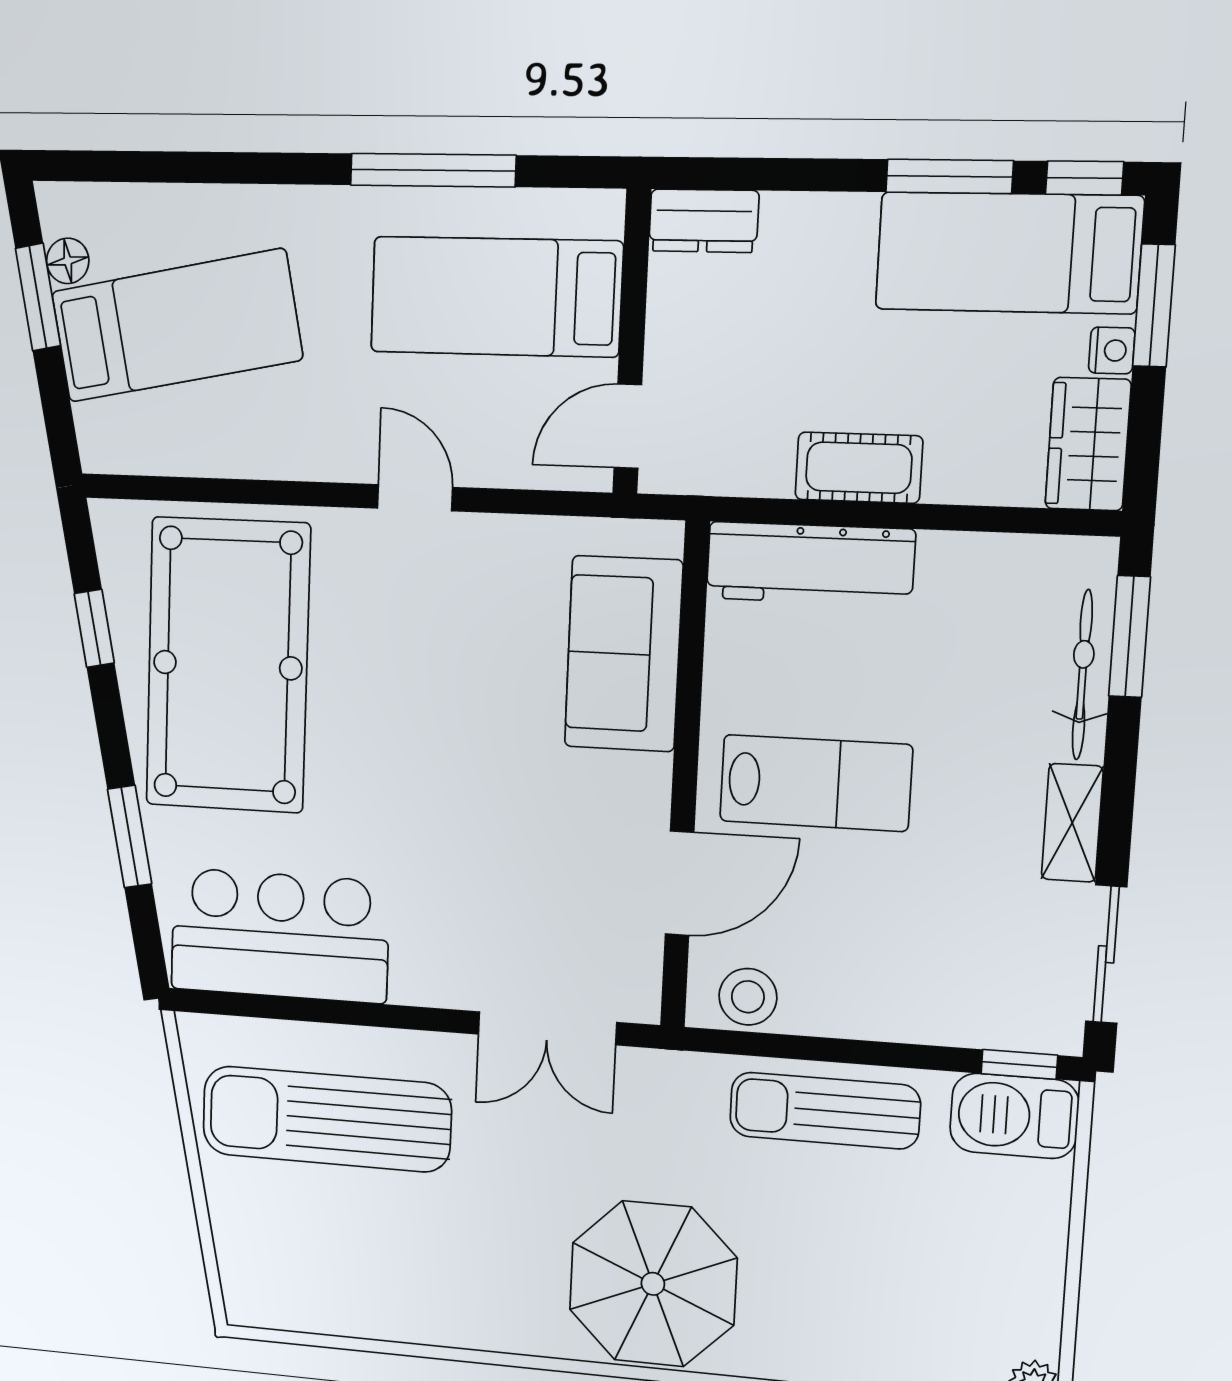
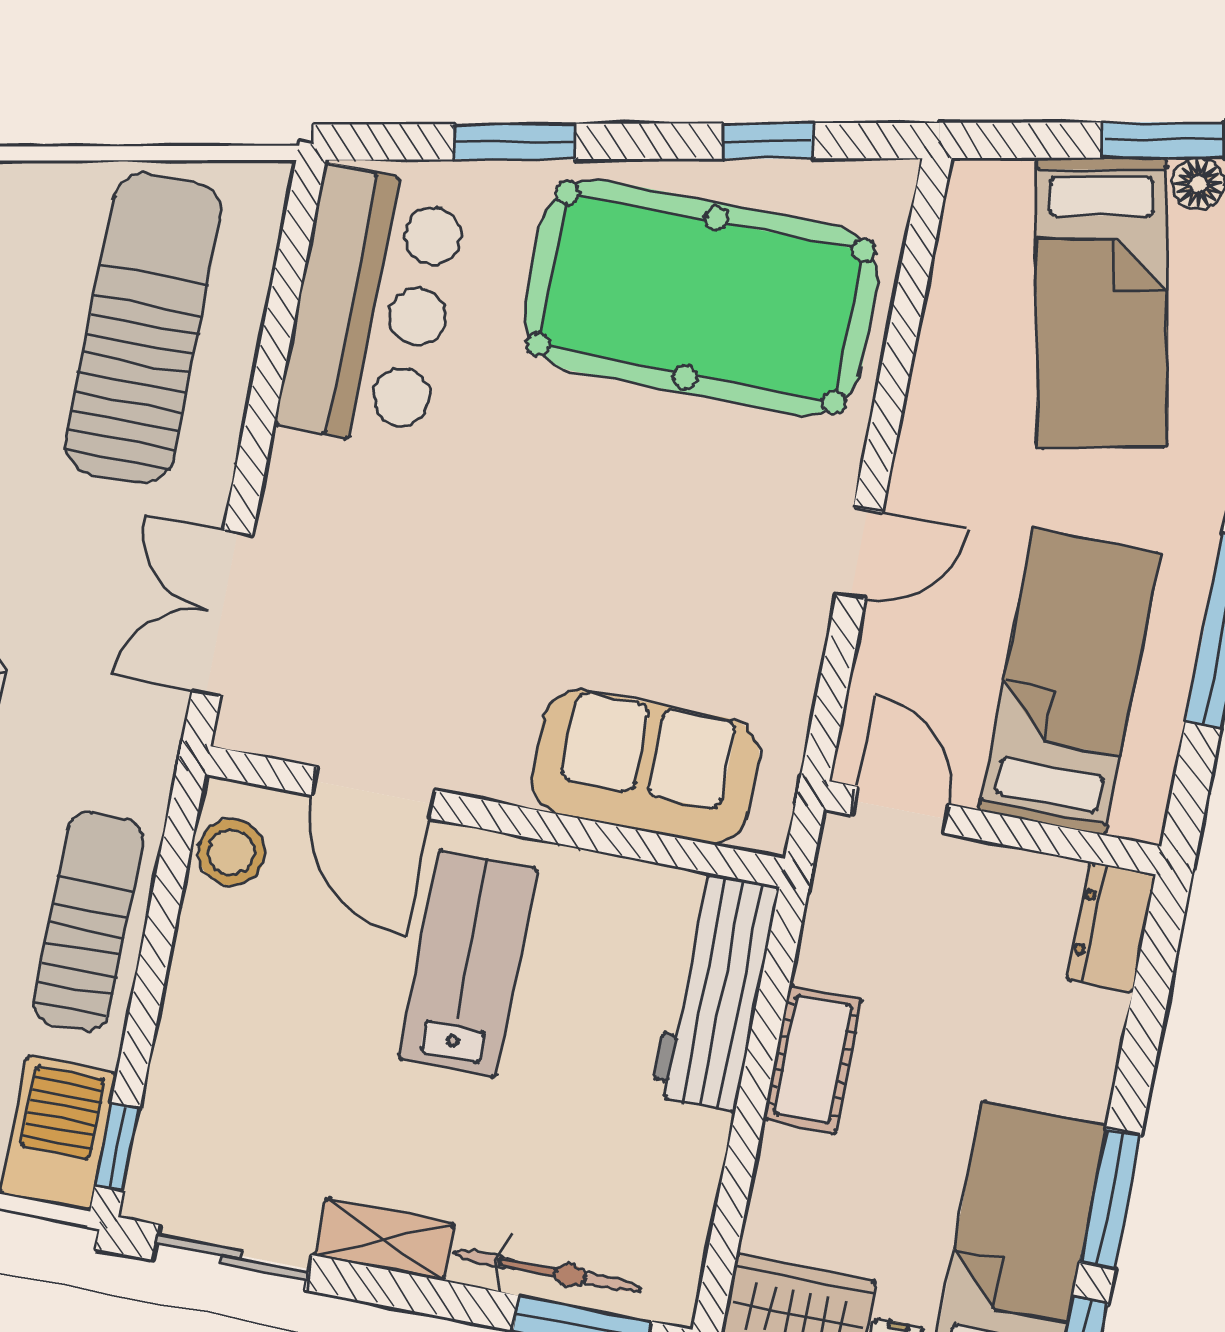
lab bench: (816, 783) -> (468, 963), turned 180

